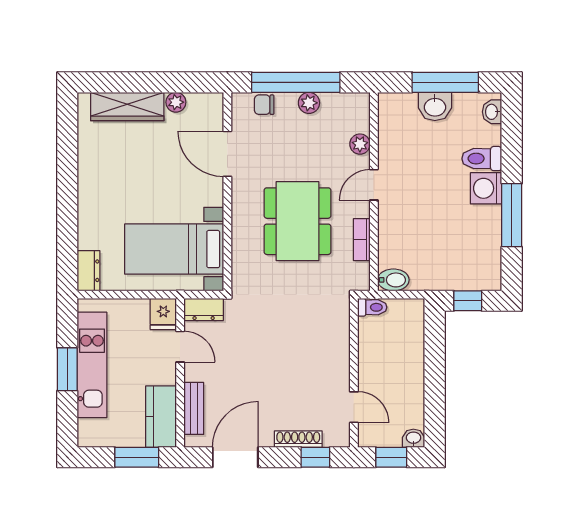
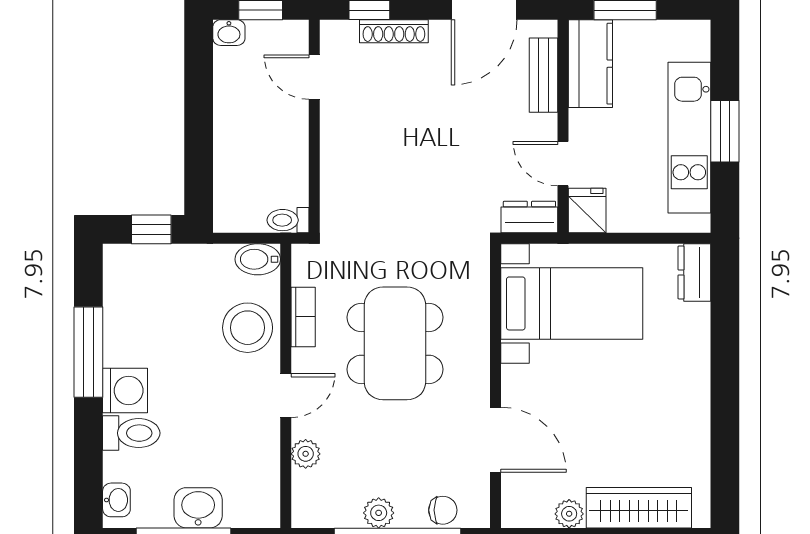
stool: (400, 232) -> (248, 328), added

